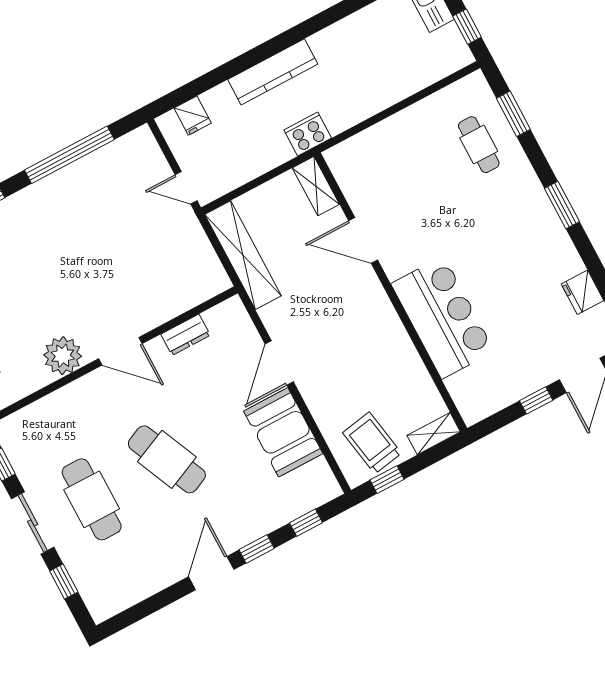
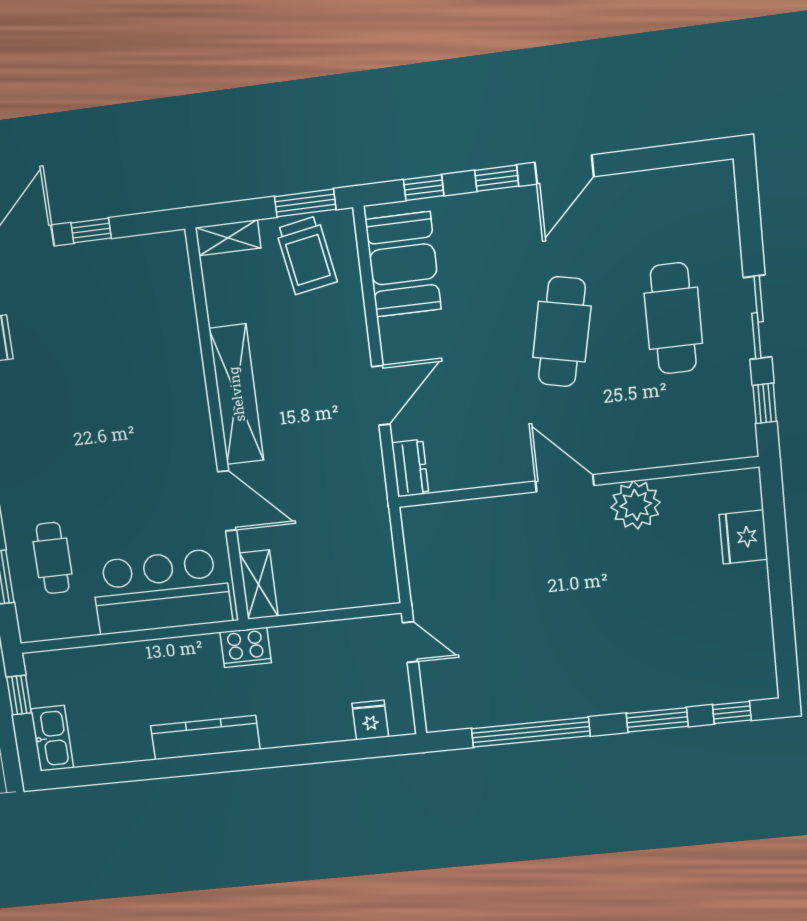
kitchen counter: (273, 72) -> (205, 738), moved
shelving: (243, 255) -> (236, 394), moved
bar counter: (443, 317) -> (161, 592), moved, turned 90
dresser: (185, 335) -> (410, 468), moved, turned 90
booth: (283, 432) -> (403, 264), moved
cafe table: (167, 459) -> (562, 332), turned 36
window: (387, 480) -> (305, 203), width x1.50
window: (64, 582) -> (750, 230), removed

